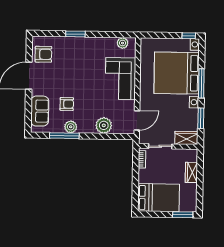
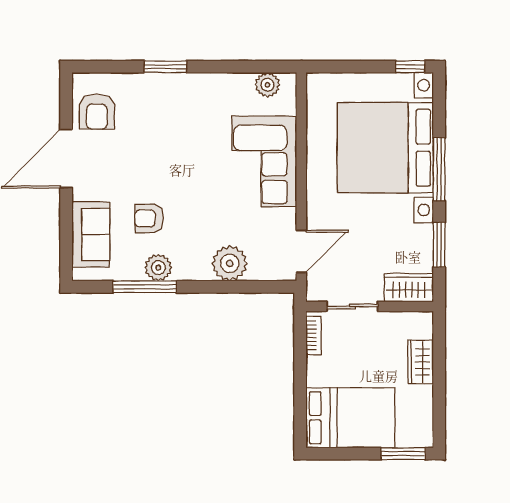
armchair: (43, 54) -> (97, 112), turned 90
armchair: (67, 104) -> (149, 218), turned 180

